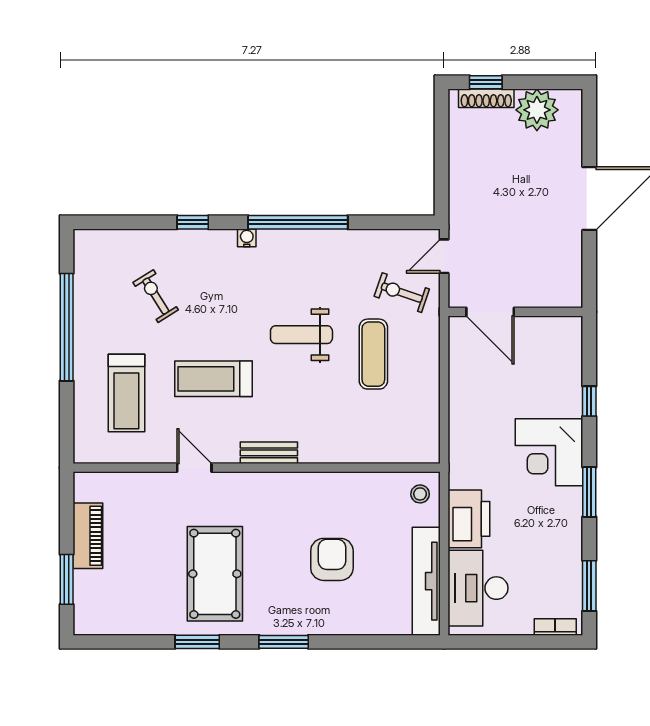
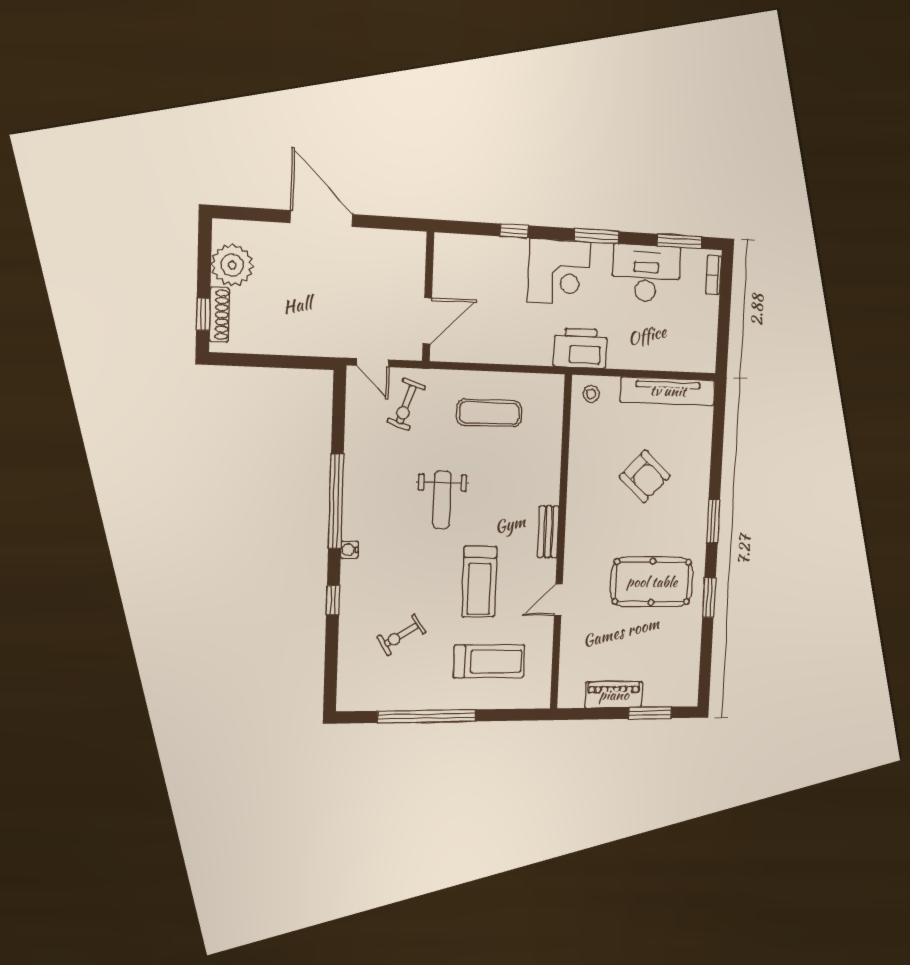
exercise mat: (373, 354) -> (489, 413), moved
printer: (469, 519) -> (580, 348), moved
armchair: (332, 559) -> (645, 476), turned -137
desk: (478, 588) -> (646, 273), moved, turned 180

